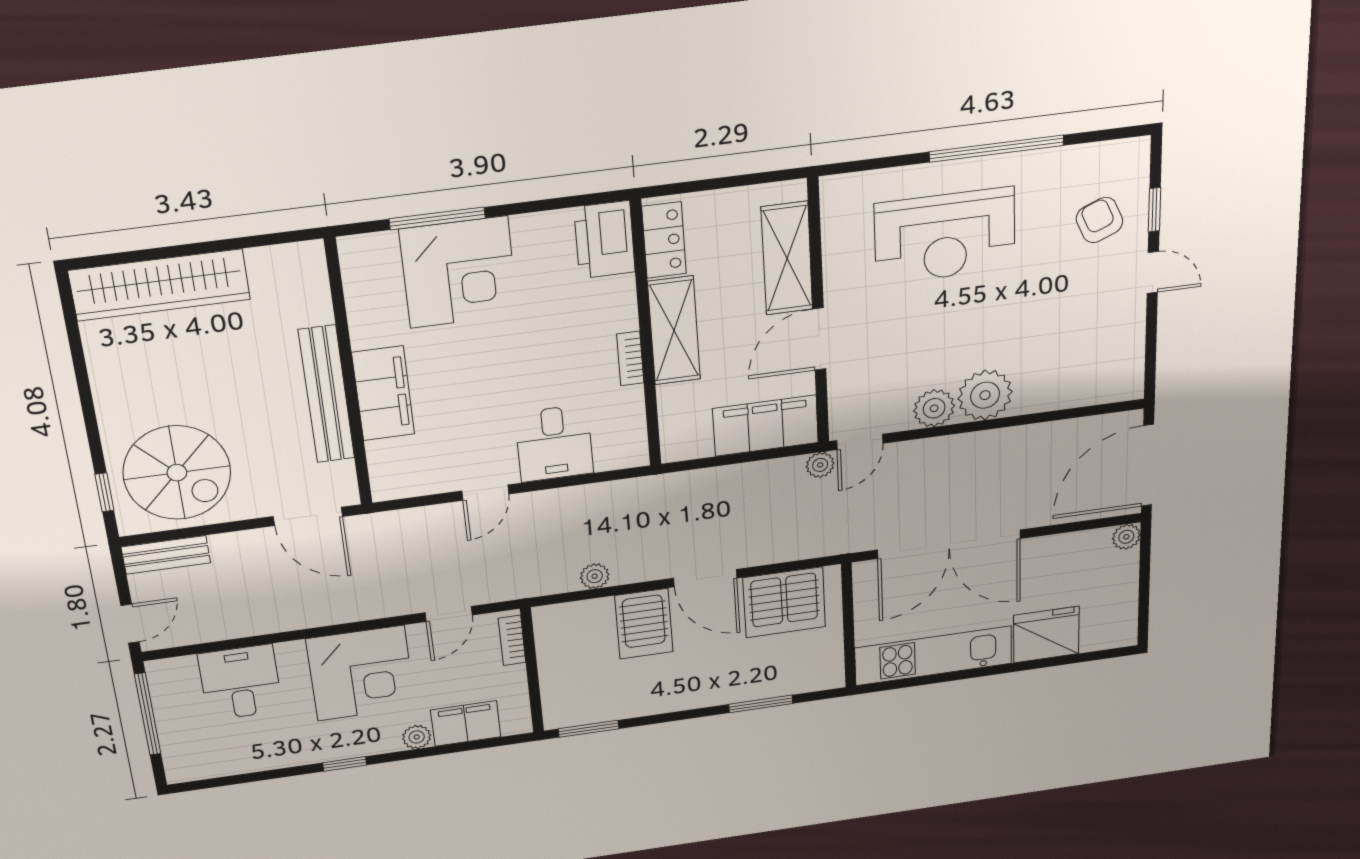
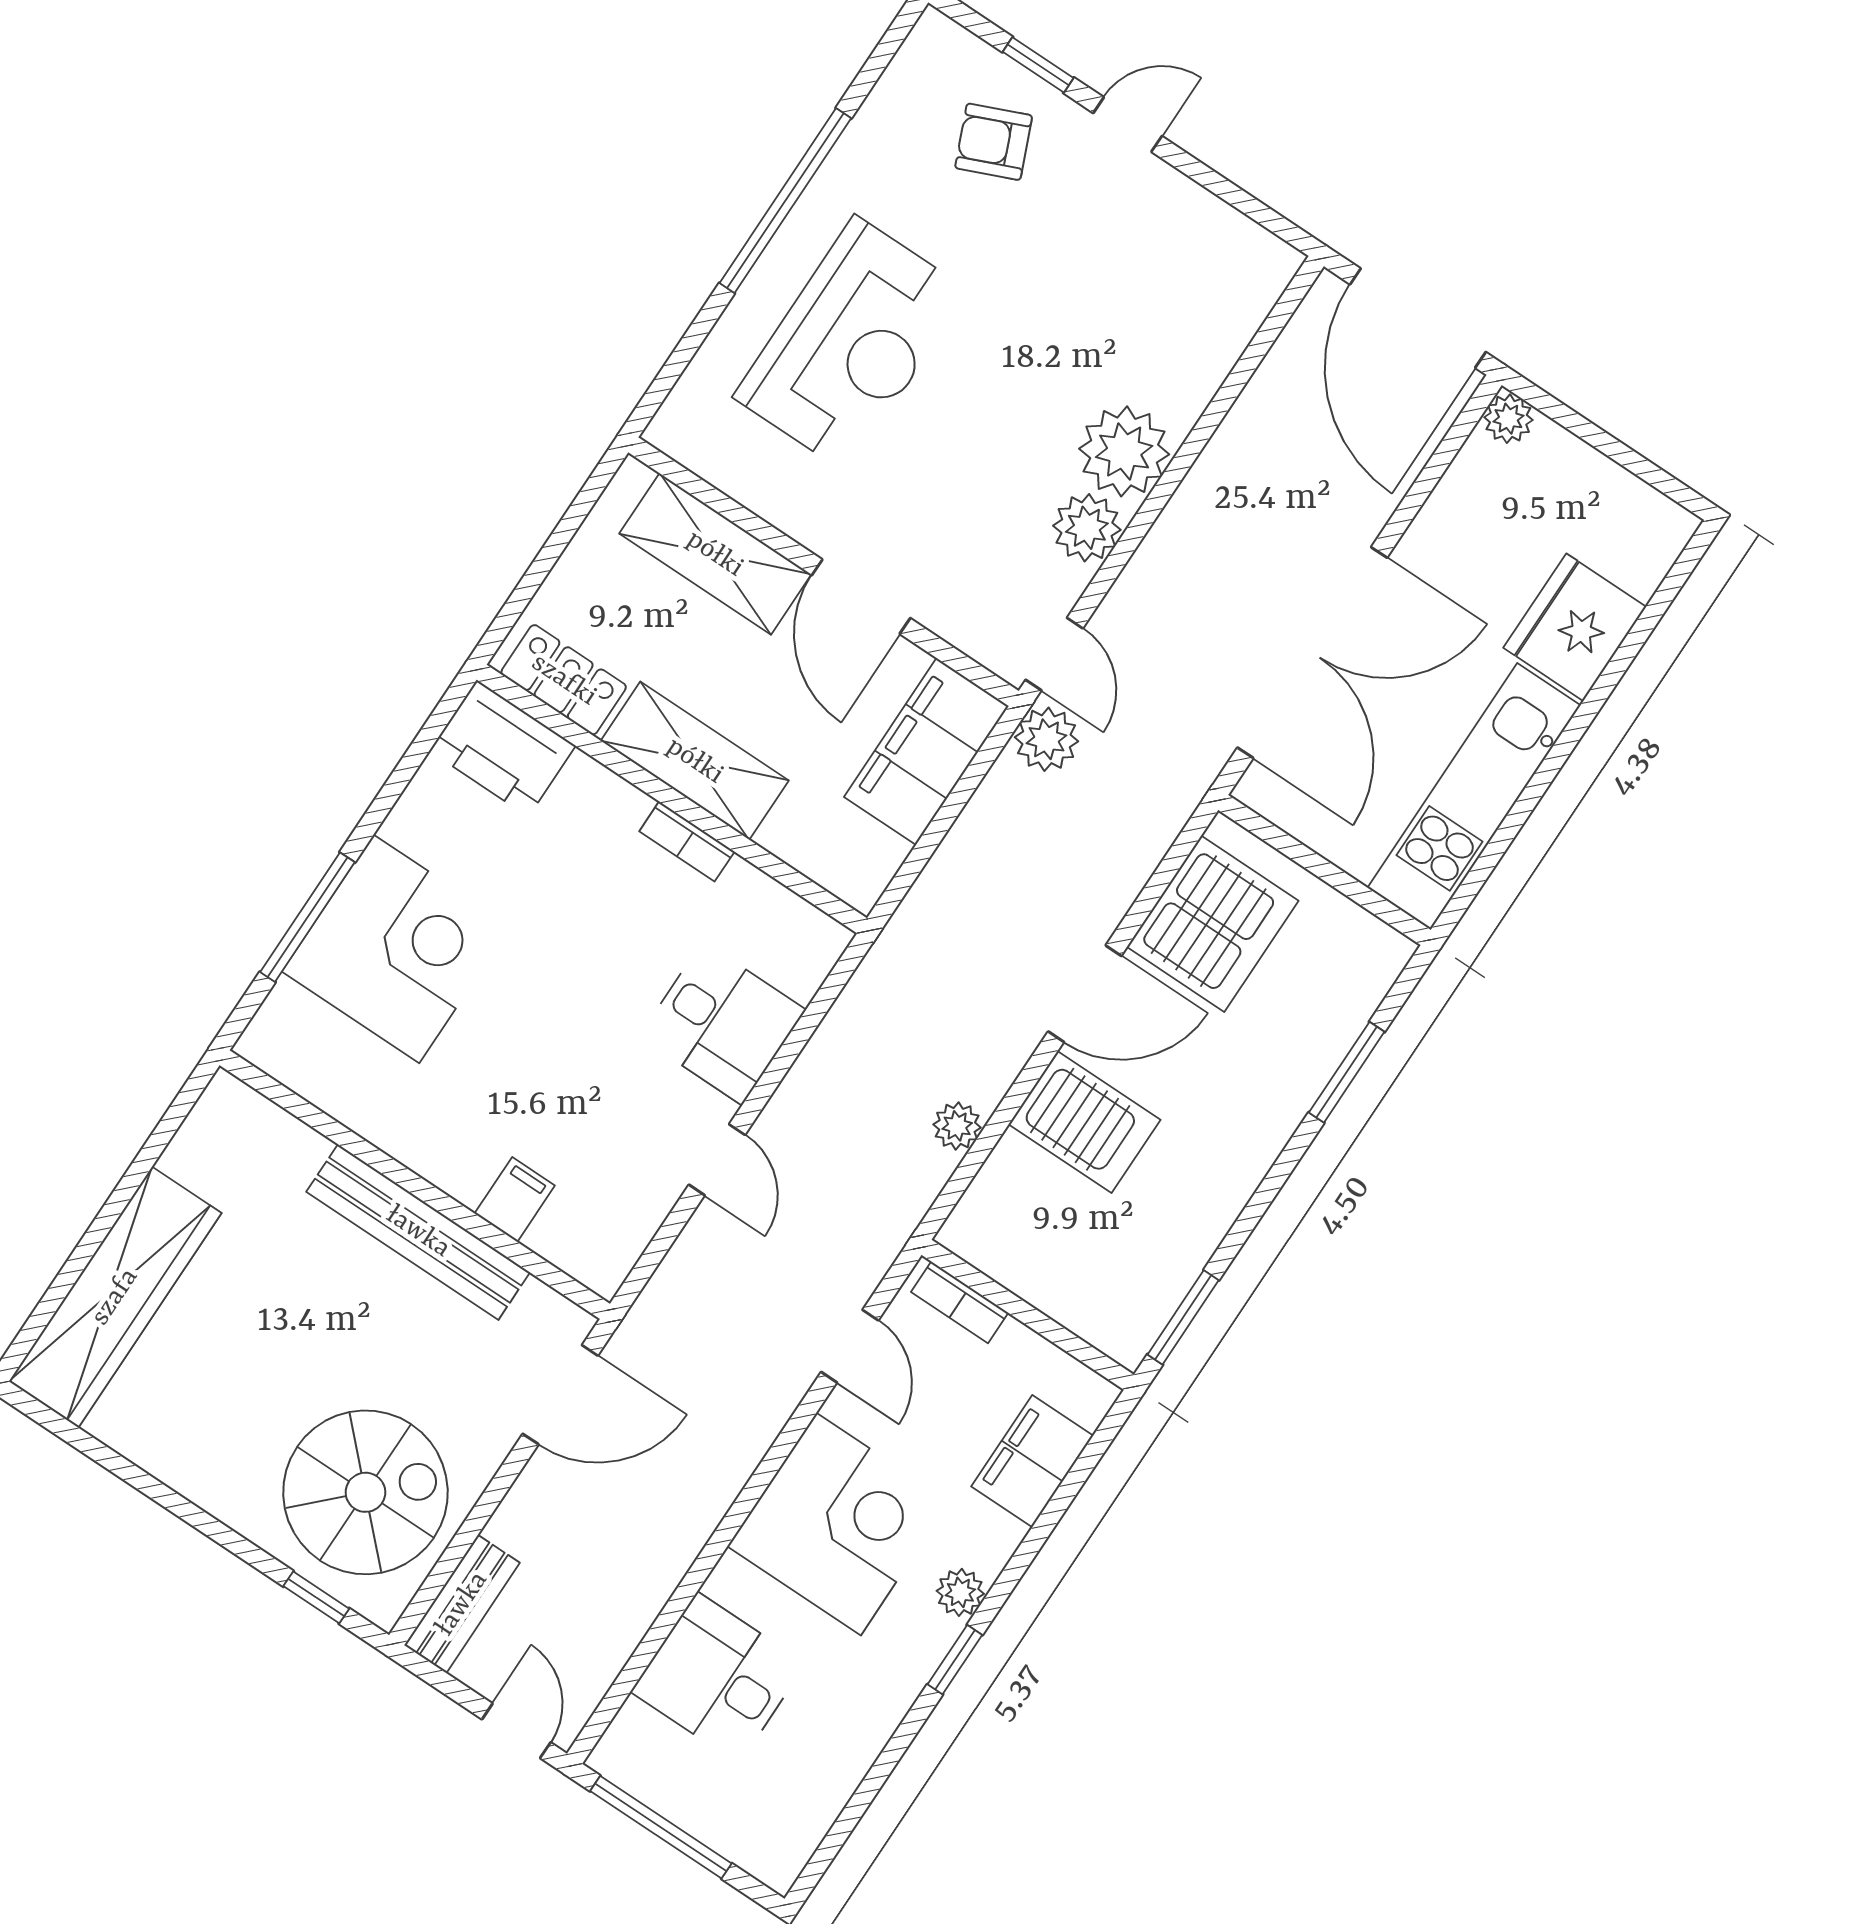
filing cabinet: (383, 393) -> (515, 1200), width x0.33, depth x0.86
plant: (820, 465) -> (1047, 739), width x1.38, depth x1.38
plant: (417, 737) -> (960, 1592), moved

